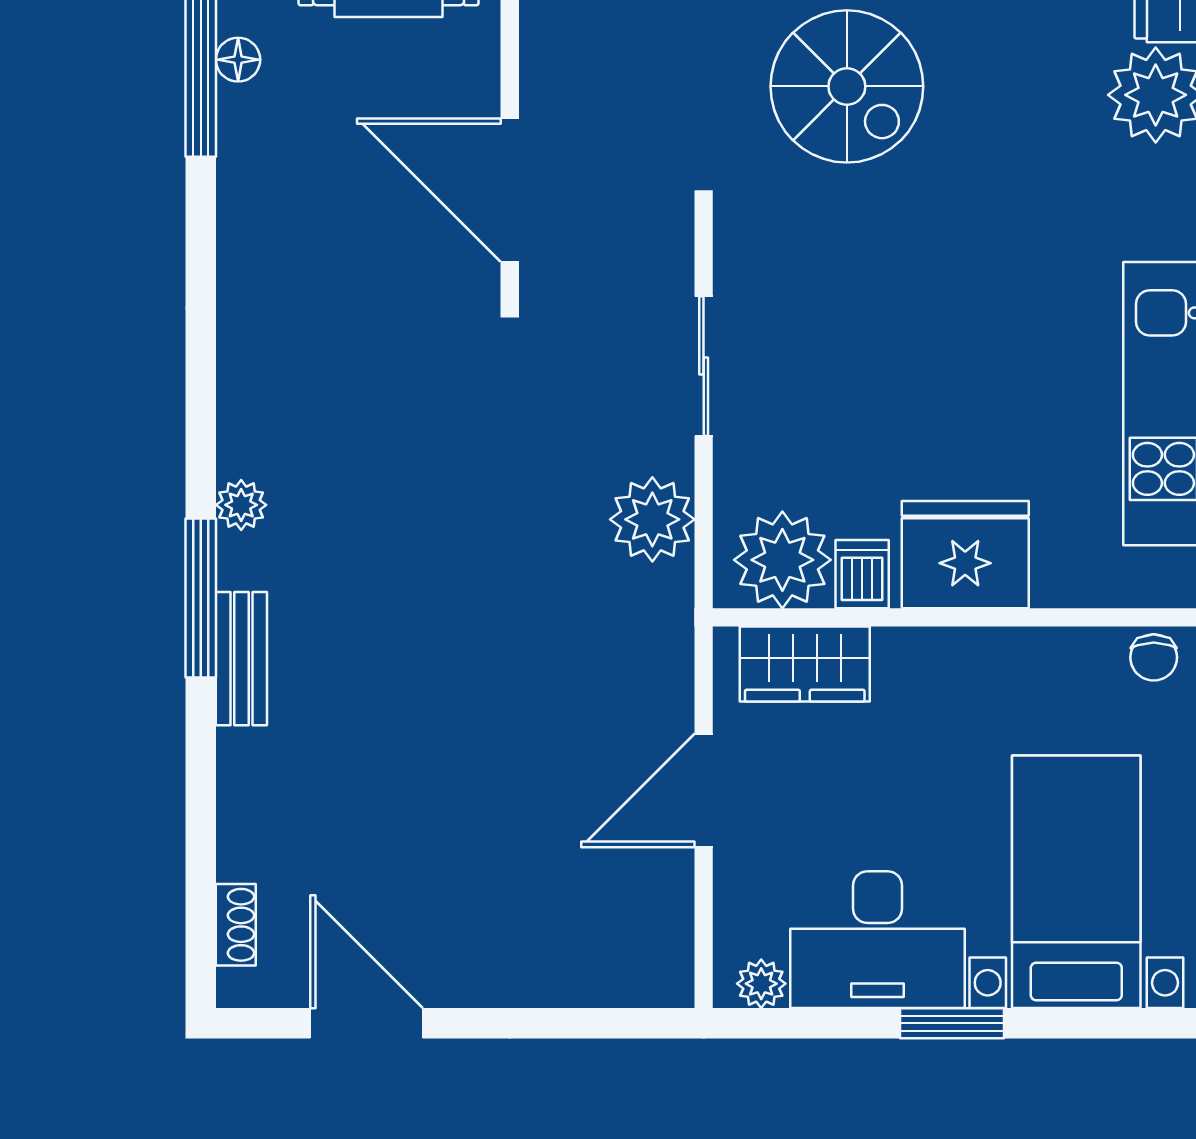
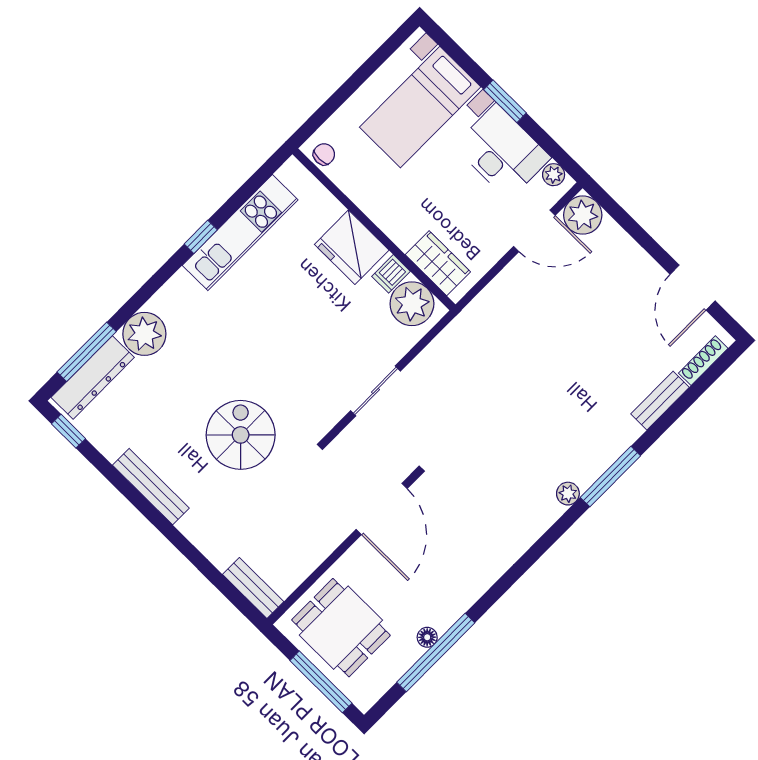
plant: (652, 519) -> (583, 215), moved
bench: (241, 659) -> (660, 401), moved
door: (704, 790) -> (534, 231), moved
shoe rack: (236, 925) -> (703, 361), width x1.43

